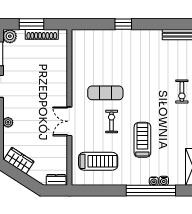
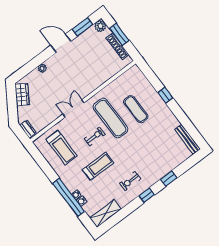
exercise mat: (115, 62) -> (136, 109), added
exercise bike: (182, 91) -> (130, 181), moved
exercise mat: (105, 93) -> (111, 118), width x1.36, depth x1.45

